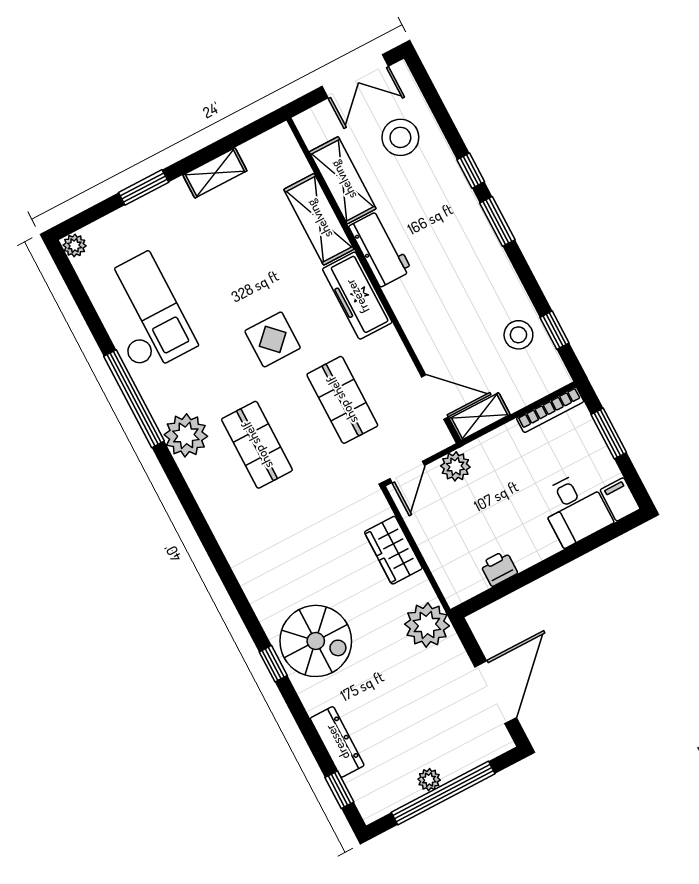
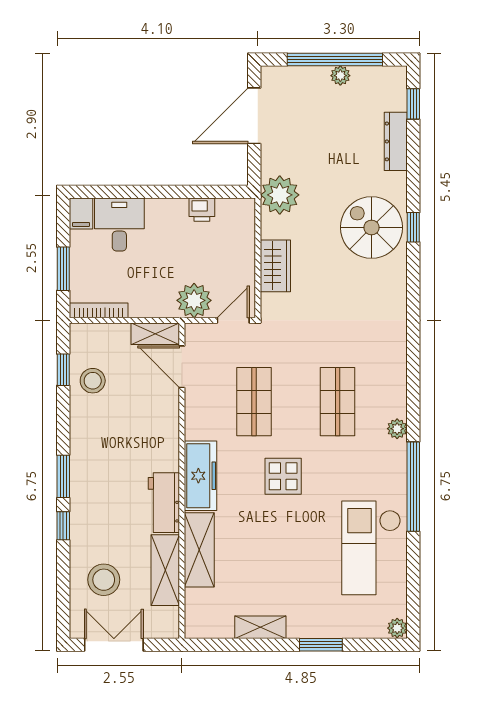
plant: (186, 435) -> (397, 429), width x0.53, depth x0.53
plant: (455, 466) -> (194, 300), width x1.36, depth x1.36

